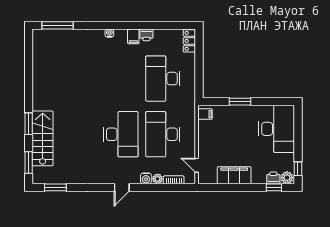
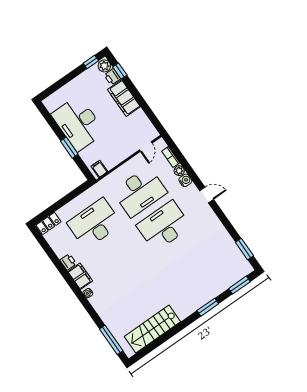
filing cabinet: (133, 36) -> (80, 276), width x2.00
desk: (163, 79) -> (94, 224), turned 180
desk: (277, 129) -> (78, 123), moved, turned -90
stairs: (43, 138) -> (152, 329), moved
filing cabinet: (234, 175) -> (124, 98), moved

